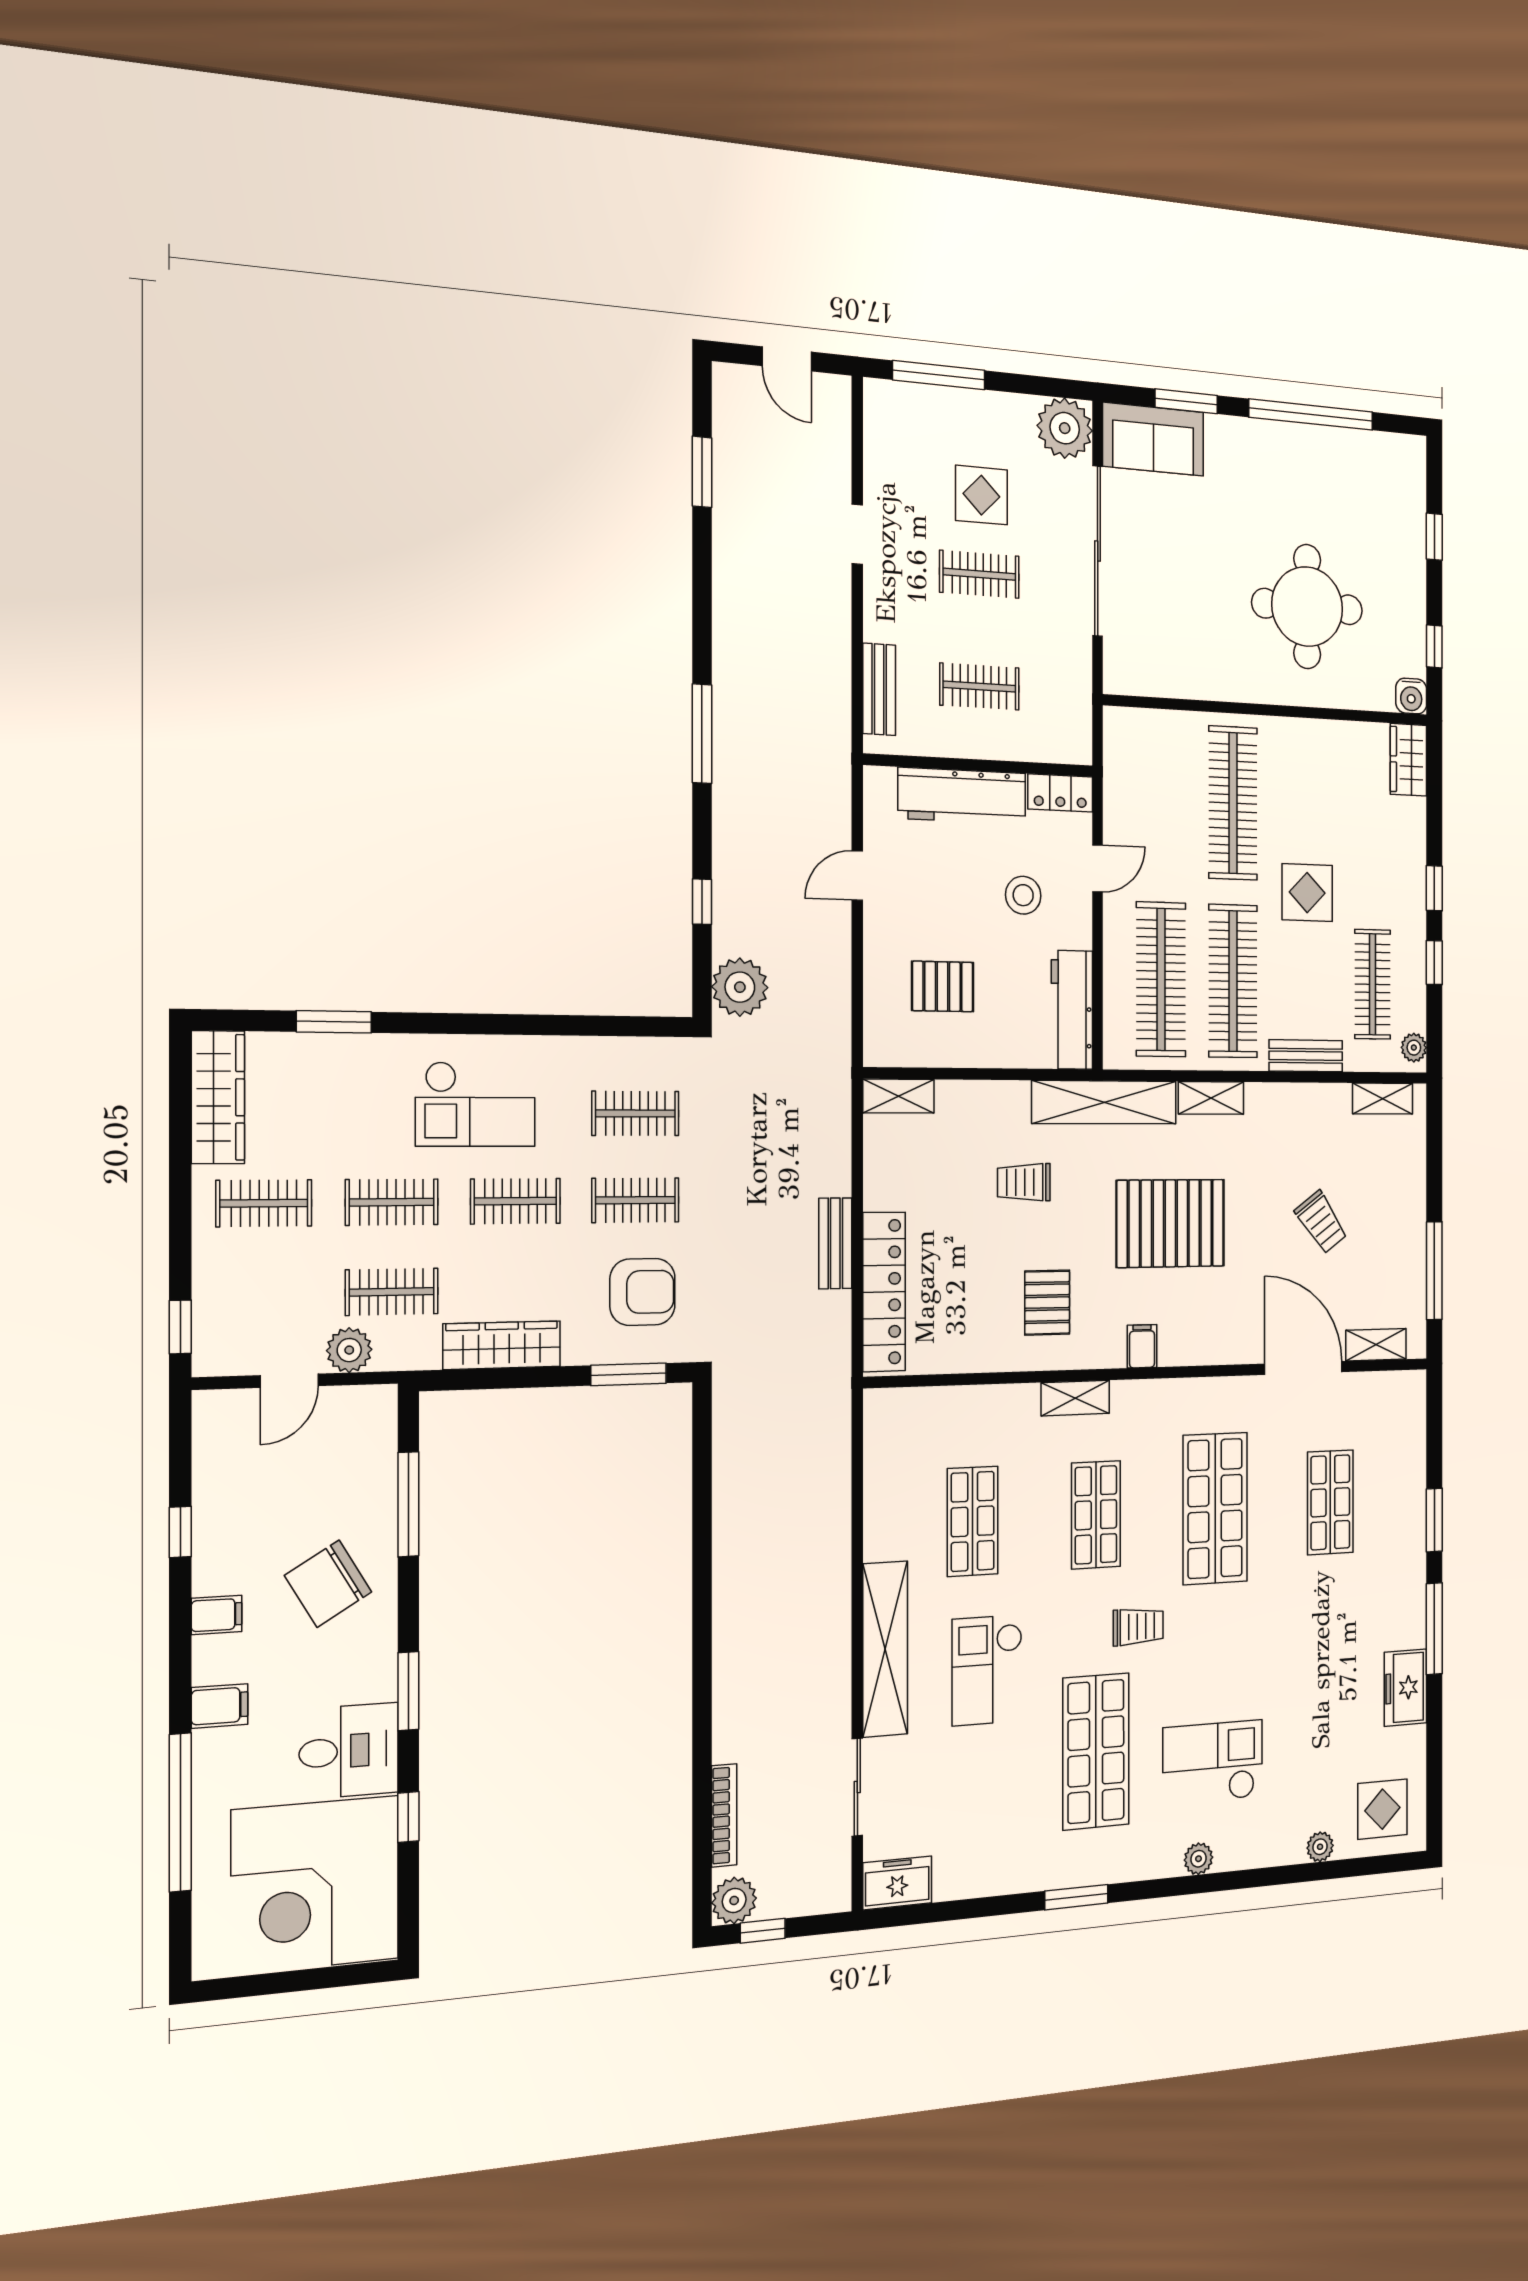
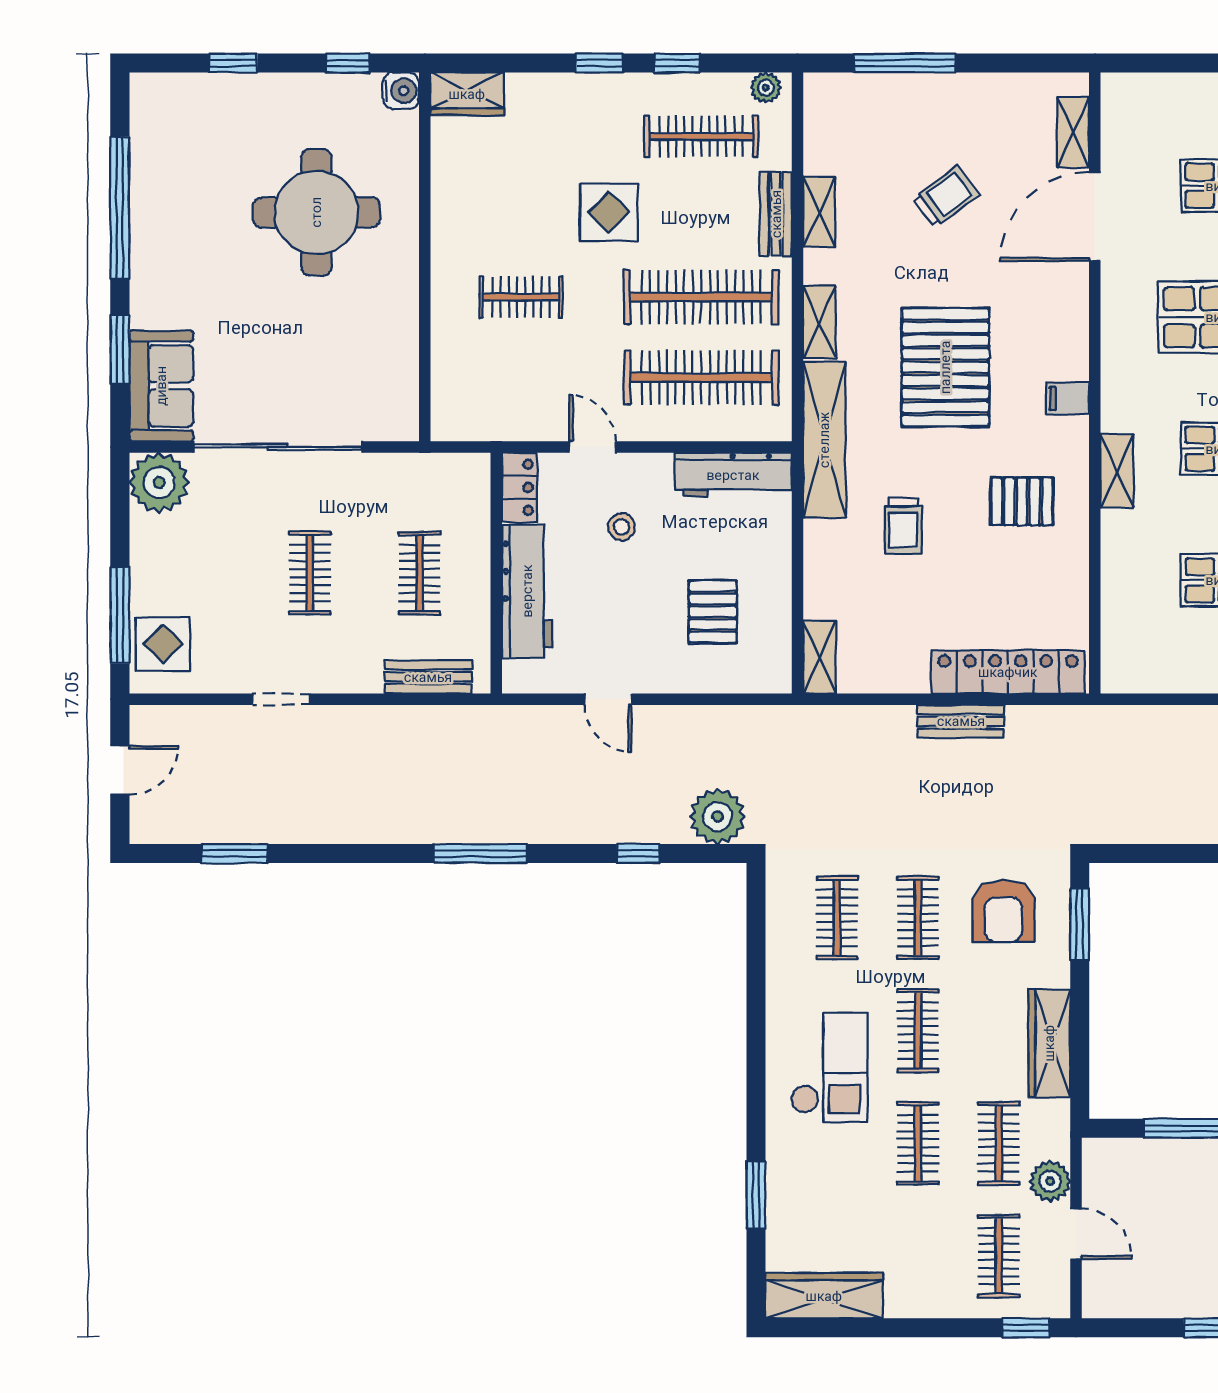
display table: (981, 495) -> (163, 644), moved
clothes rail: (1233, 803) -> (521, 297), width x0.54, depth x0.76
stool: (1023, 895) -> (622, 527), width x0.73, depth x0.73
shelving: (1383, 1099) -> (819, 212), moved
clothes rail: (264, 1203) -> (999, 1256), moved
window: (1434, 1271) -> (904, 63), moved
armchair: (643, 1292) -> (1003, 911), turned 180

